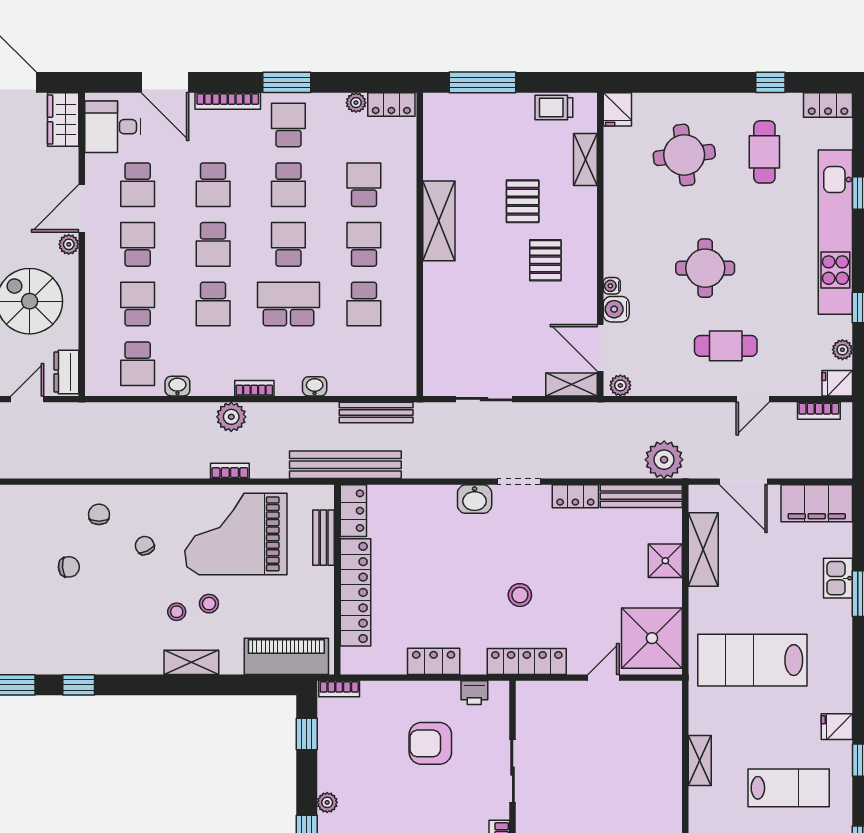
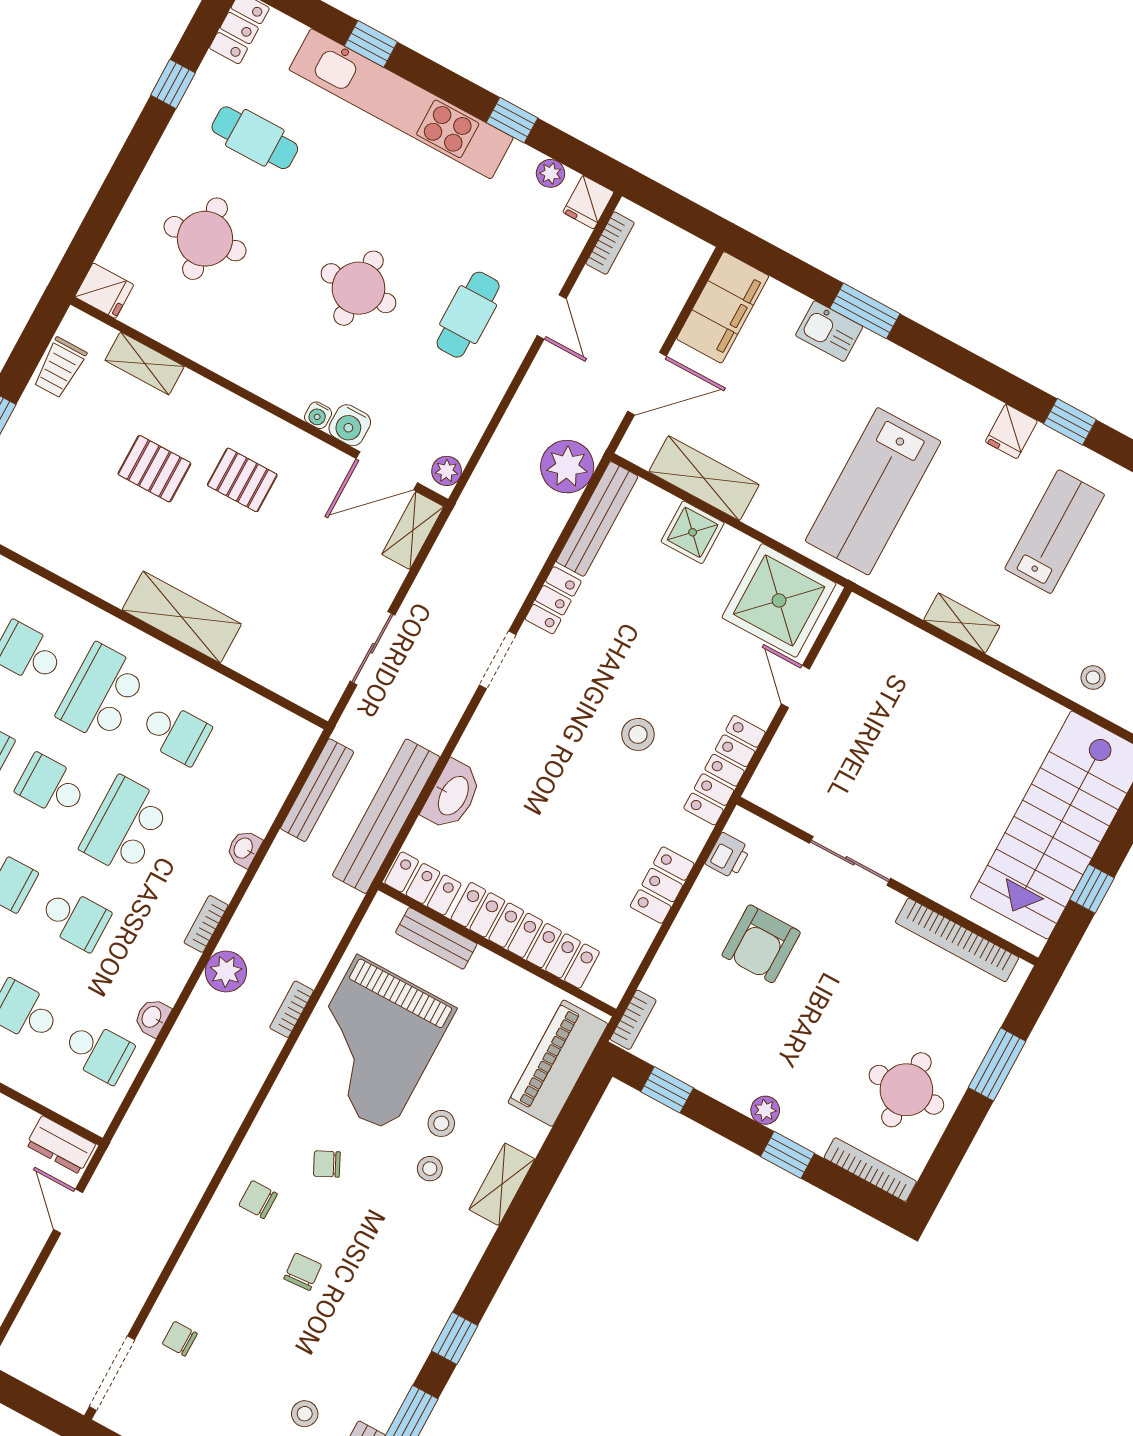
shelving: (439, 221) -> (182, 617), moved
school desk: (364, 244) -> (102, 693), width x1.85
bench: (345, 465) -> (386, 816), moved
washbasin: (475, 499) -> (452, 795), moved, width x1.38

